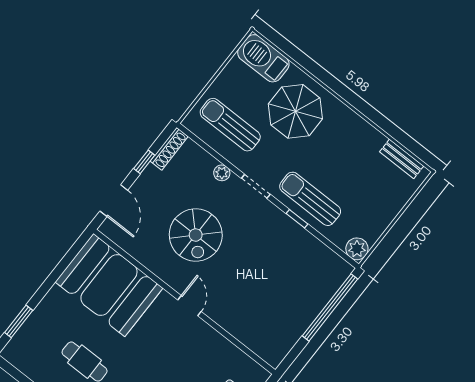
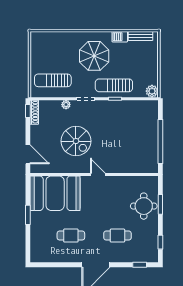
barbecue: (263, 58) -> (120, 37), moved, width x0.53, depth x0.65
parasol: (295, 111) -> (94, 56), moved
window: (144, 162) -> (28, 111), moved
window: (330, 307) -> (160, 142), moved
window: (19, 321) -> (28, 215), moved

